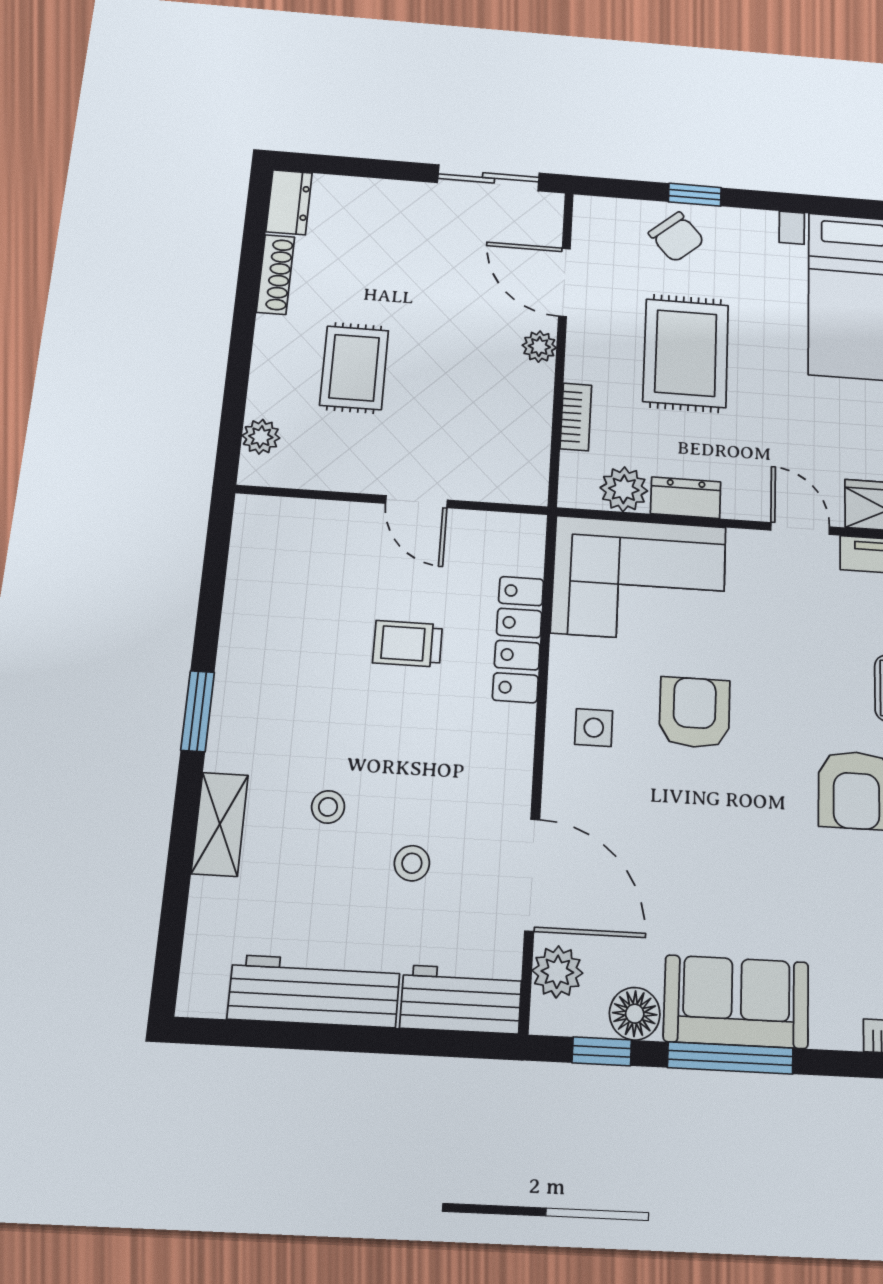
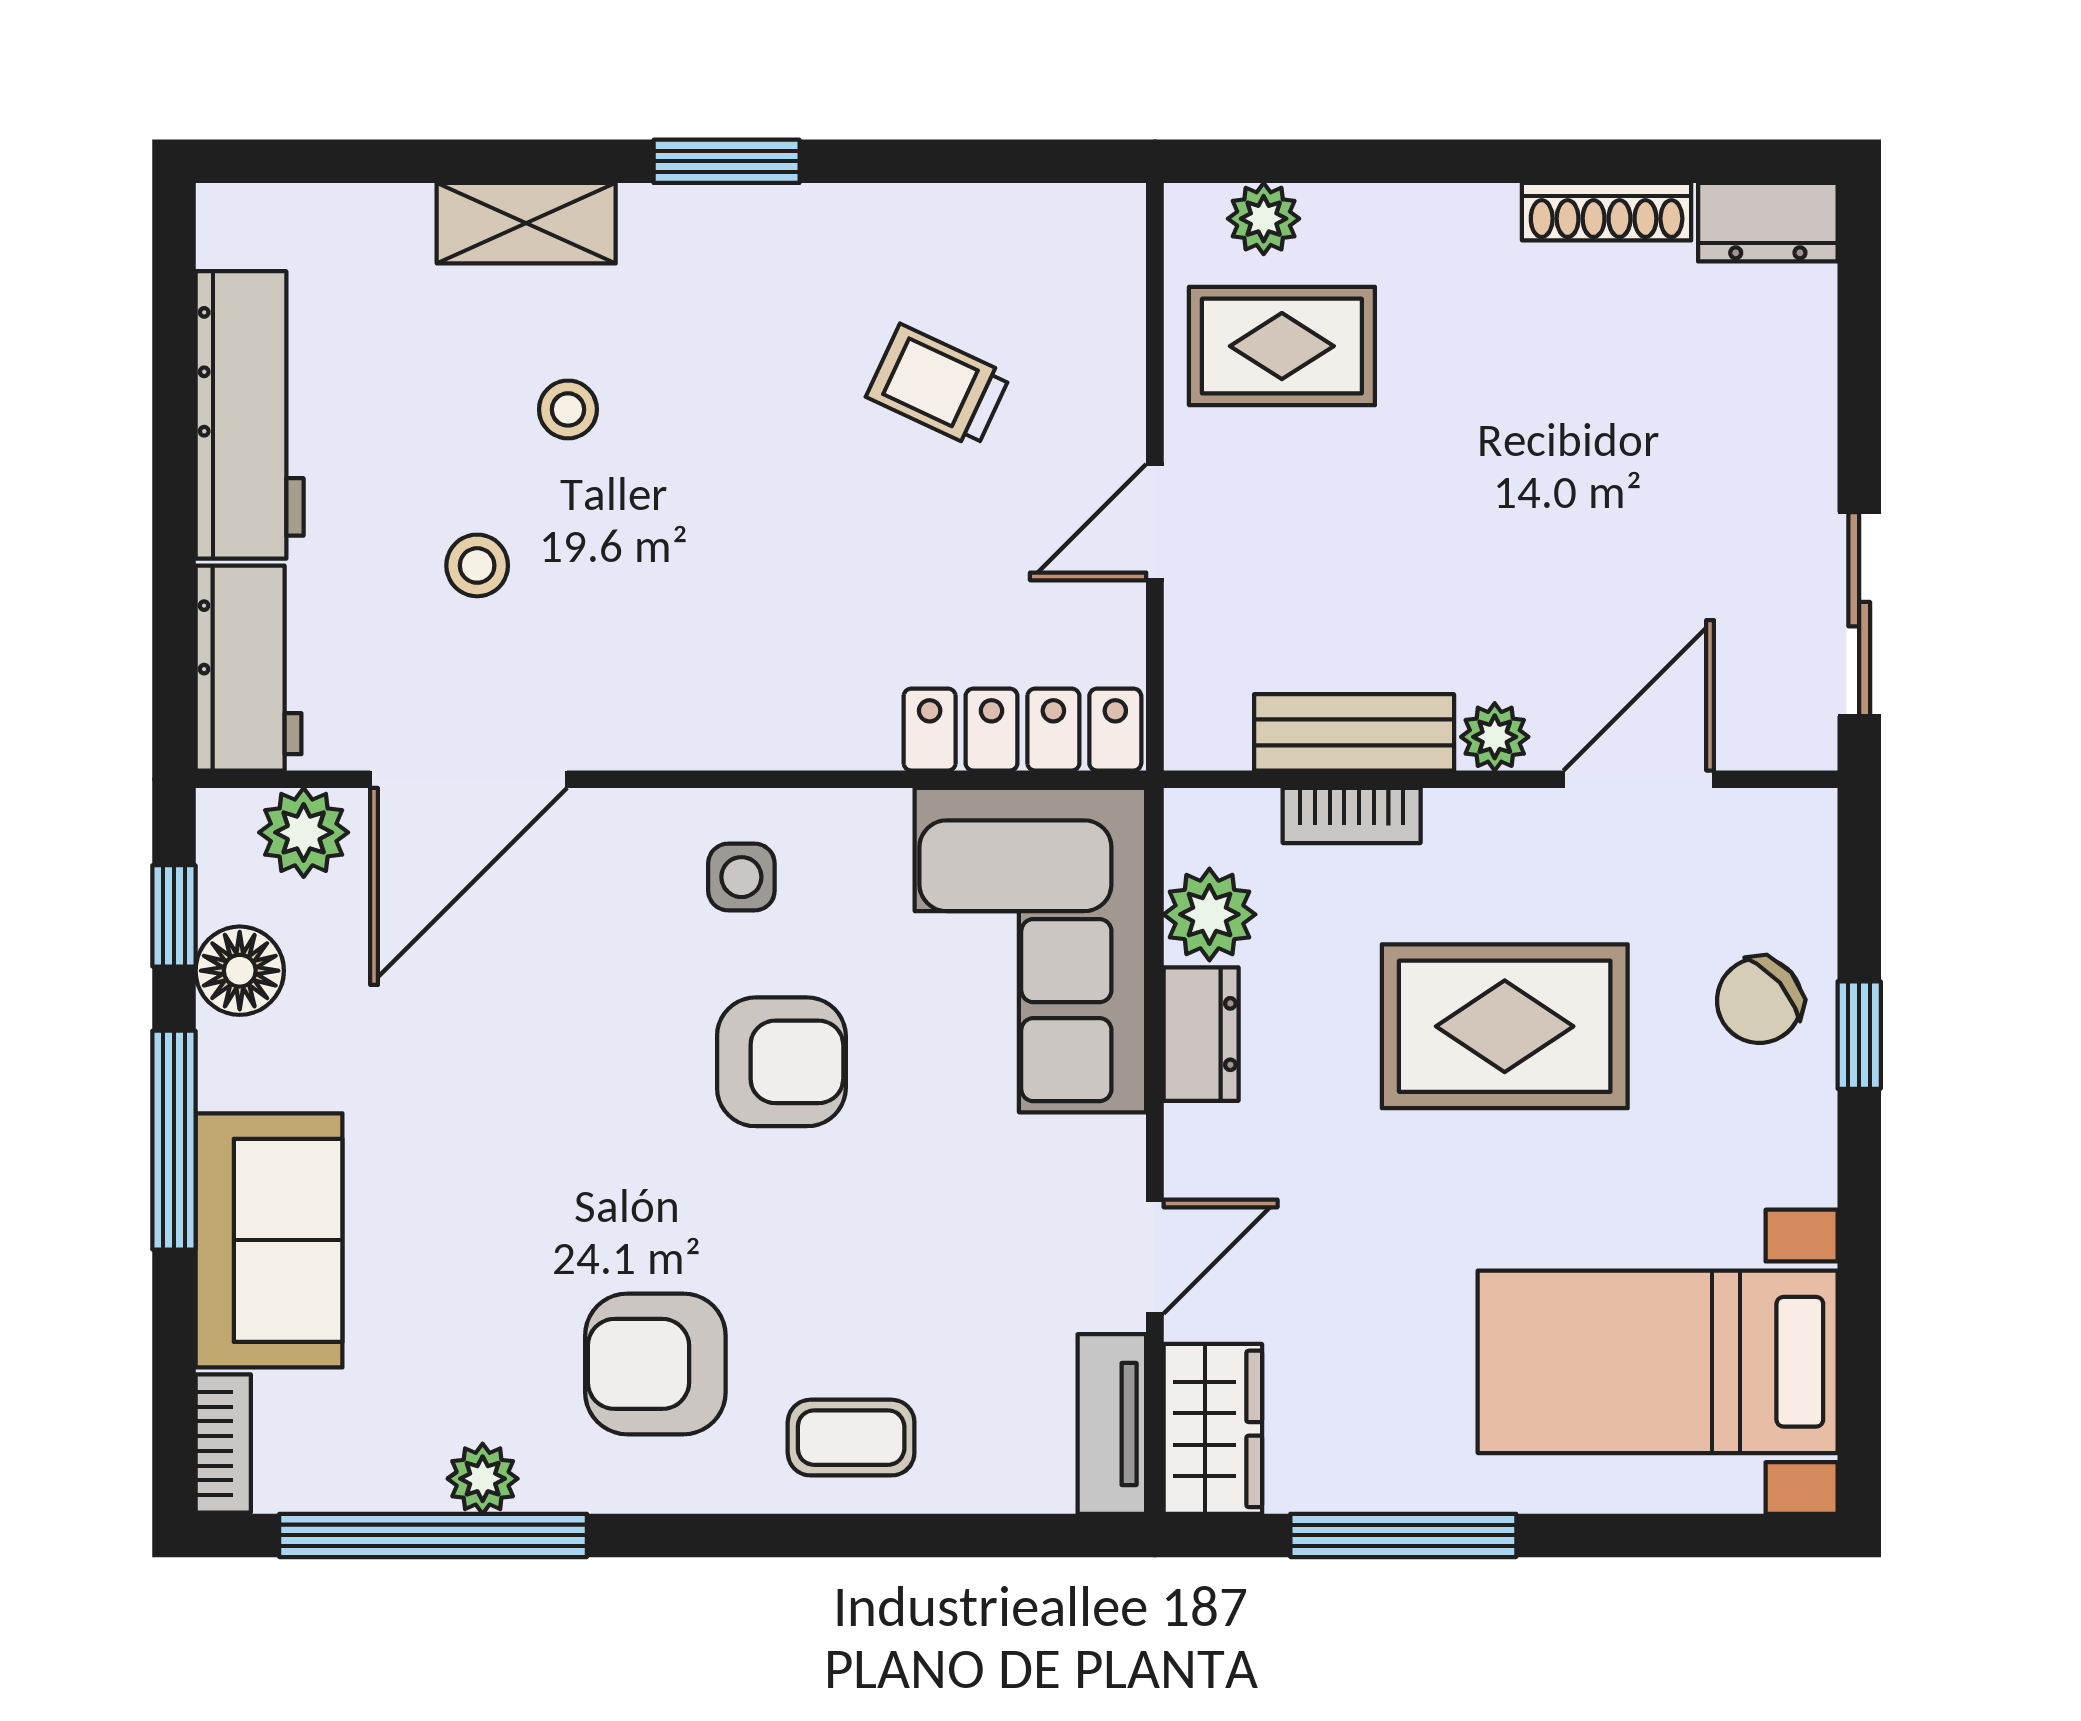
rug: (354, 368) -> (1282, 346), moved
bench: (533, 413) -> (1354, 732), added
locker: (518, 639) -> (1022, 730), moved
trolley: (408, 644) -> (938, 386), moved, turned -65
sofa: (736, 1002) -> (269, 1240), moved

